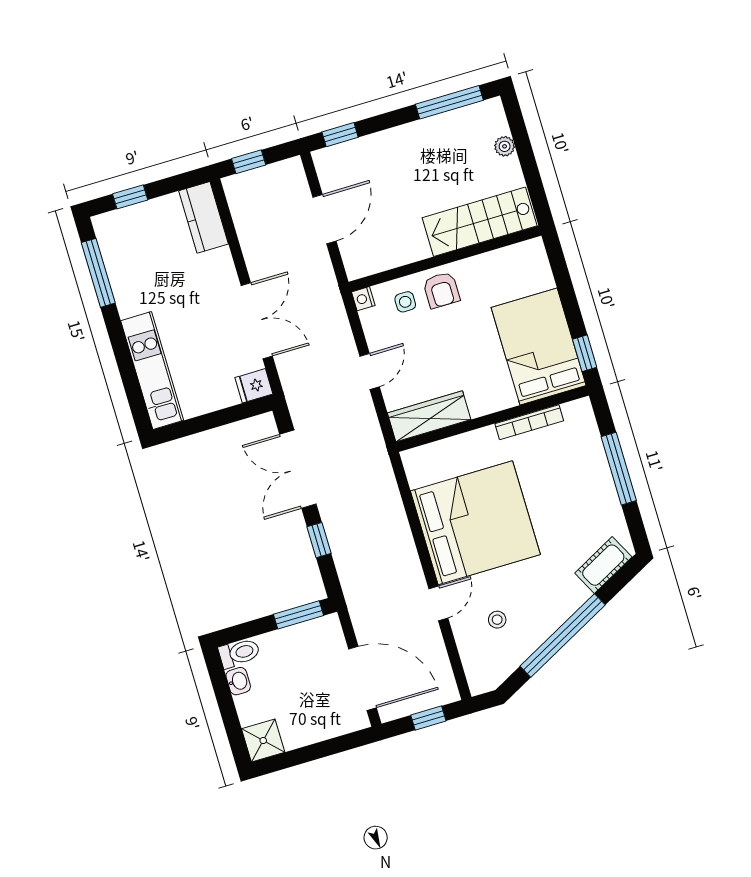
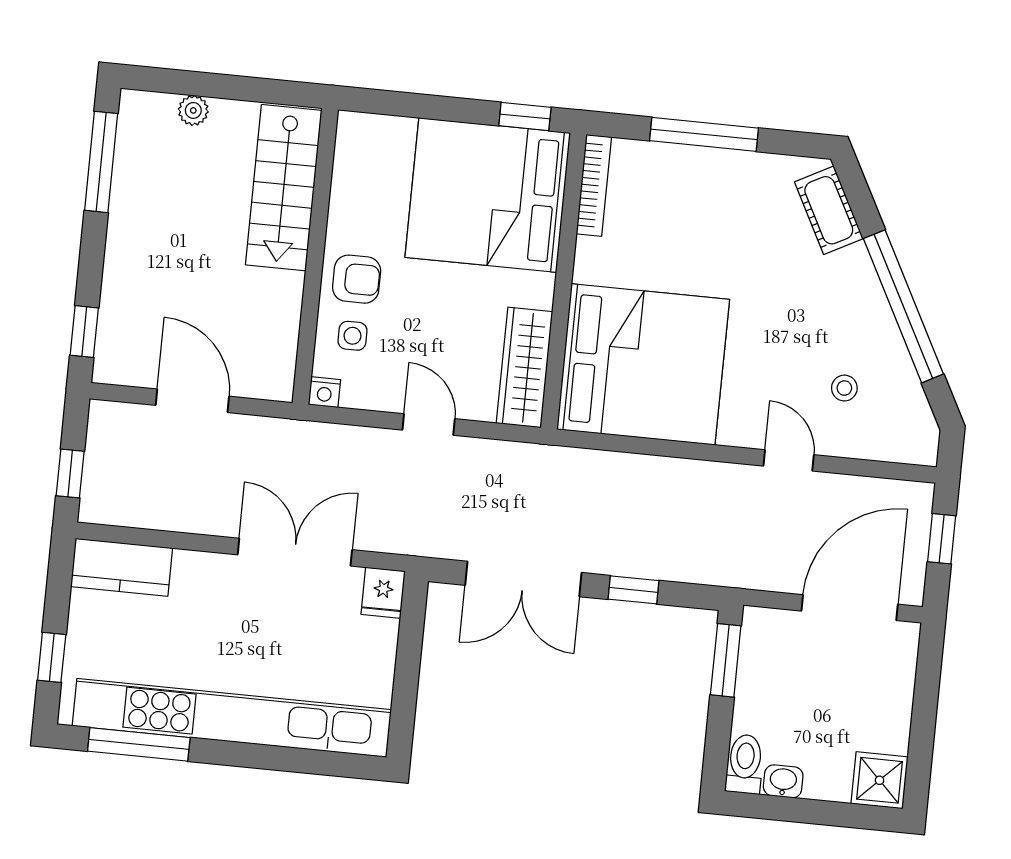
bed: (539, 346) -> (488, 195), width x1.36
kitchen unit: (152, 370) -> (232, 718), width x1.86
bookcase: (529, 422) -> (594, 185), moved
bed: (475, 523) -> (643, 364), moved, turned 90

